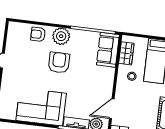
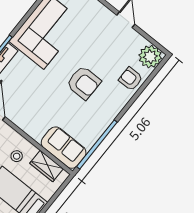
armchair: (38, 34) -> (131, 79), turned -90
plant: (61, 36) -> (150, 57), moved

